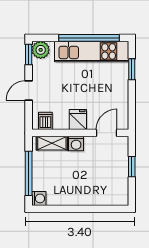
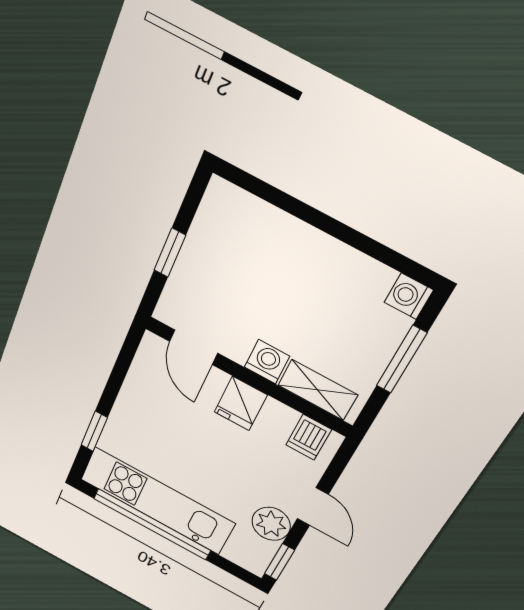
plant: (41, 50) -> (271, 524), moved
door: (29, 90) -> (313, 507), hinge flipped
door: (107, 133) -> (194, 347), hinge flipped
window: (29, 173) -> (402, 359), width x0.69

